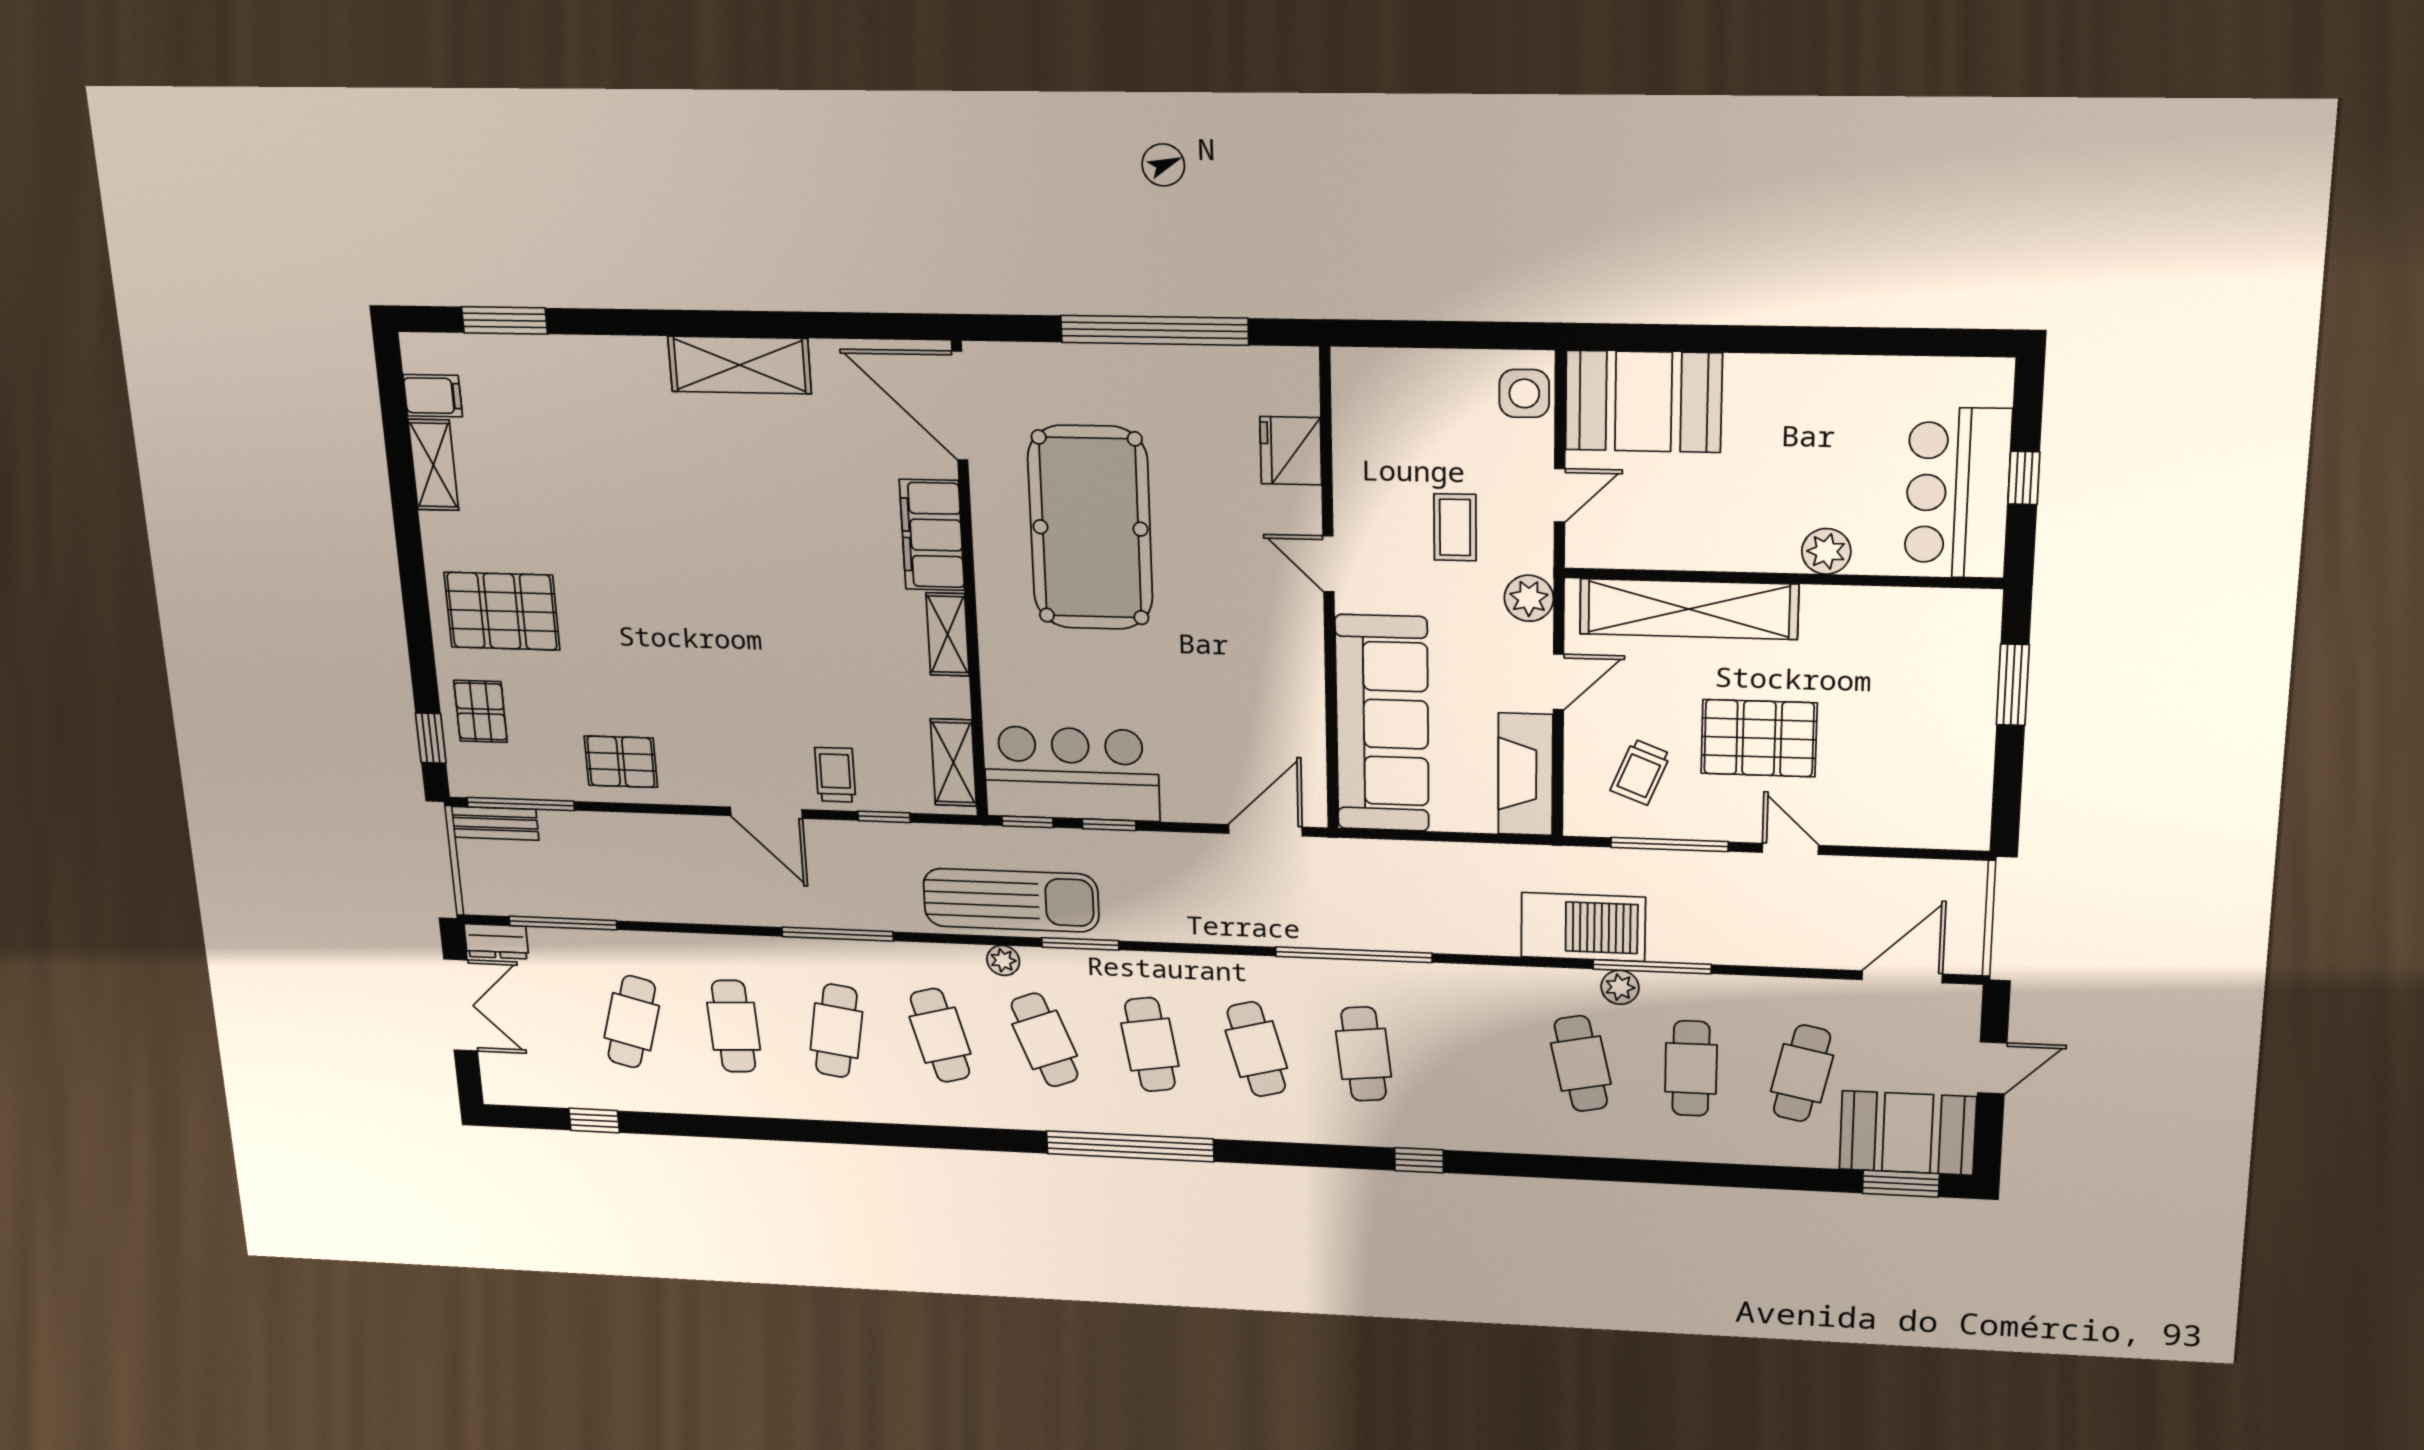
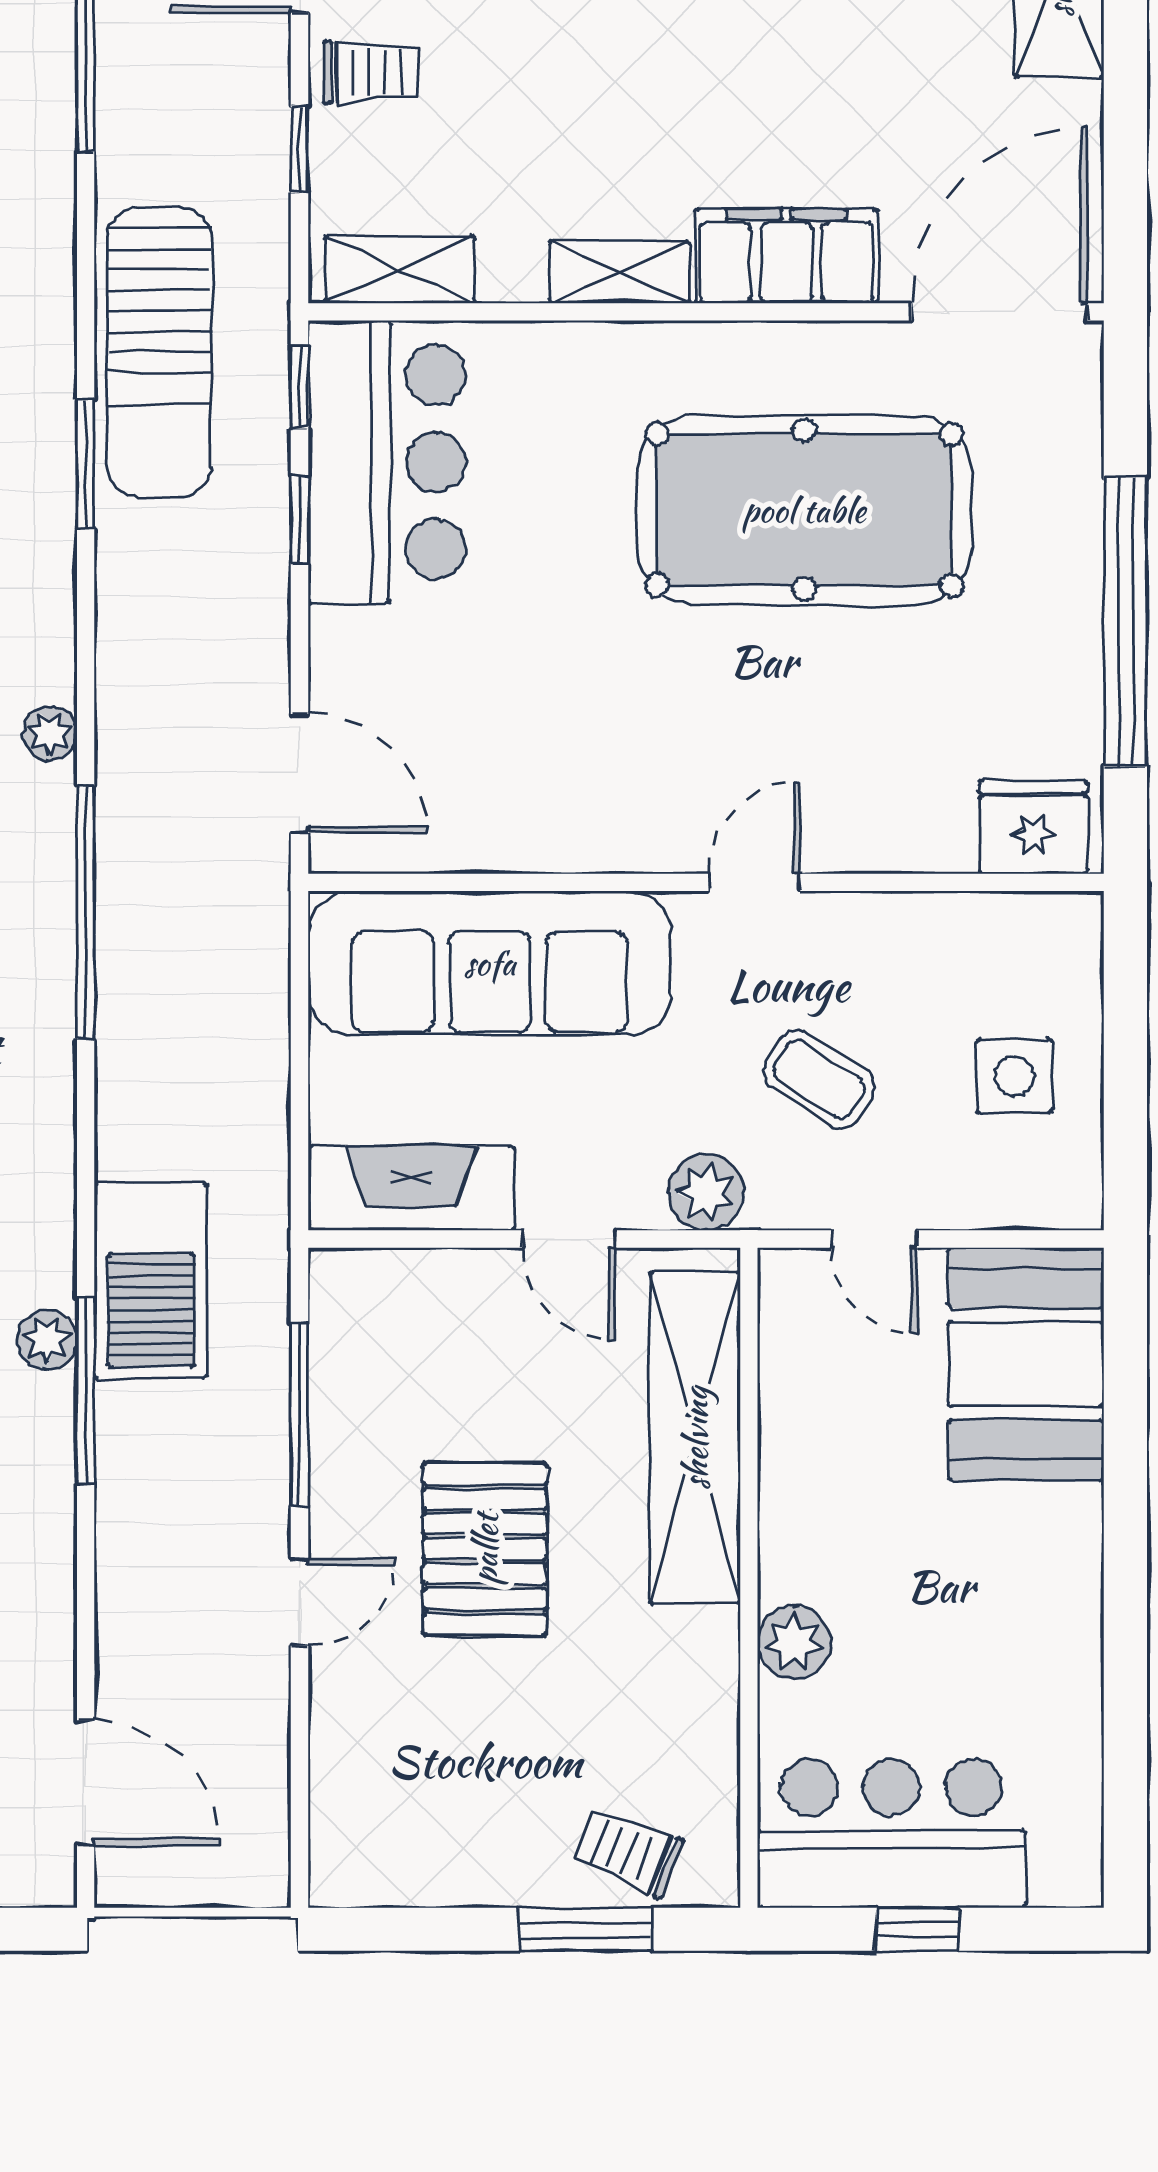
side table: (1524, 393) -> (1014, 1076), moved
fridge: (1291, 451) -> (1033, 827), moved
coffee table: (1455, 527) -> (819, 1079), turned 33
trolley: (1640, 772) -> (628, 1852), moved
plant: (1003, 960) -> (50, 733), moved

